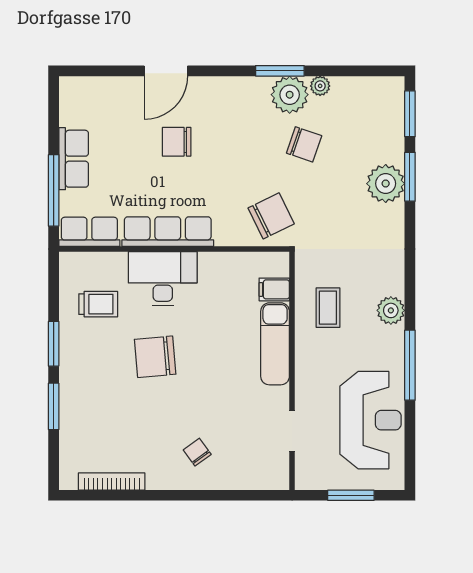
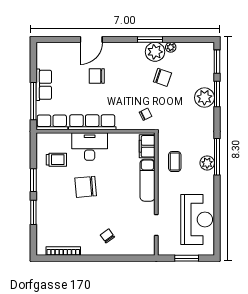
chair: (271, 216) -> (145, 114), width x0.54, depth x0.54
filing cabinet: (274, 289) -> (147, 146), width x2.00
window: (410, 365) -> (217, 157), moved

